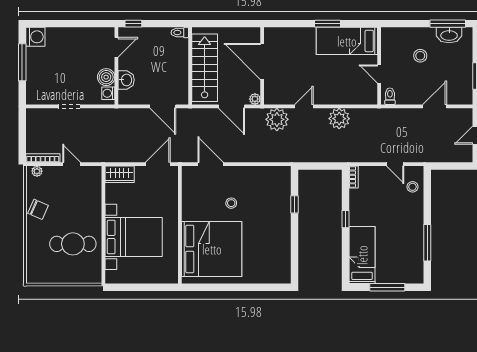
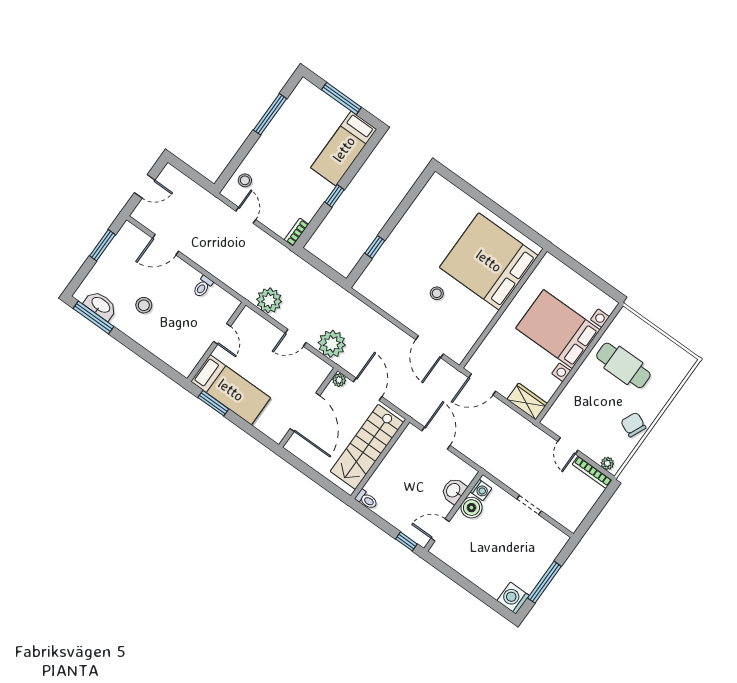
bed: (347, 41) -> (231, 390), moved
wall: (379, 66) -> (216, 342), moved
door: (379, 74) -> (222, 334), moved

